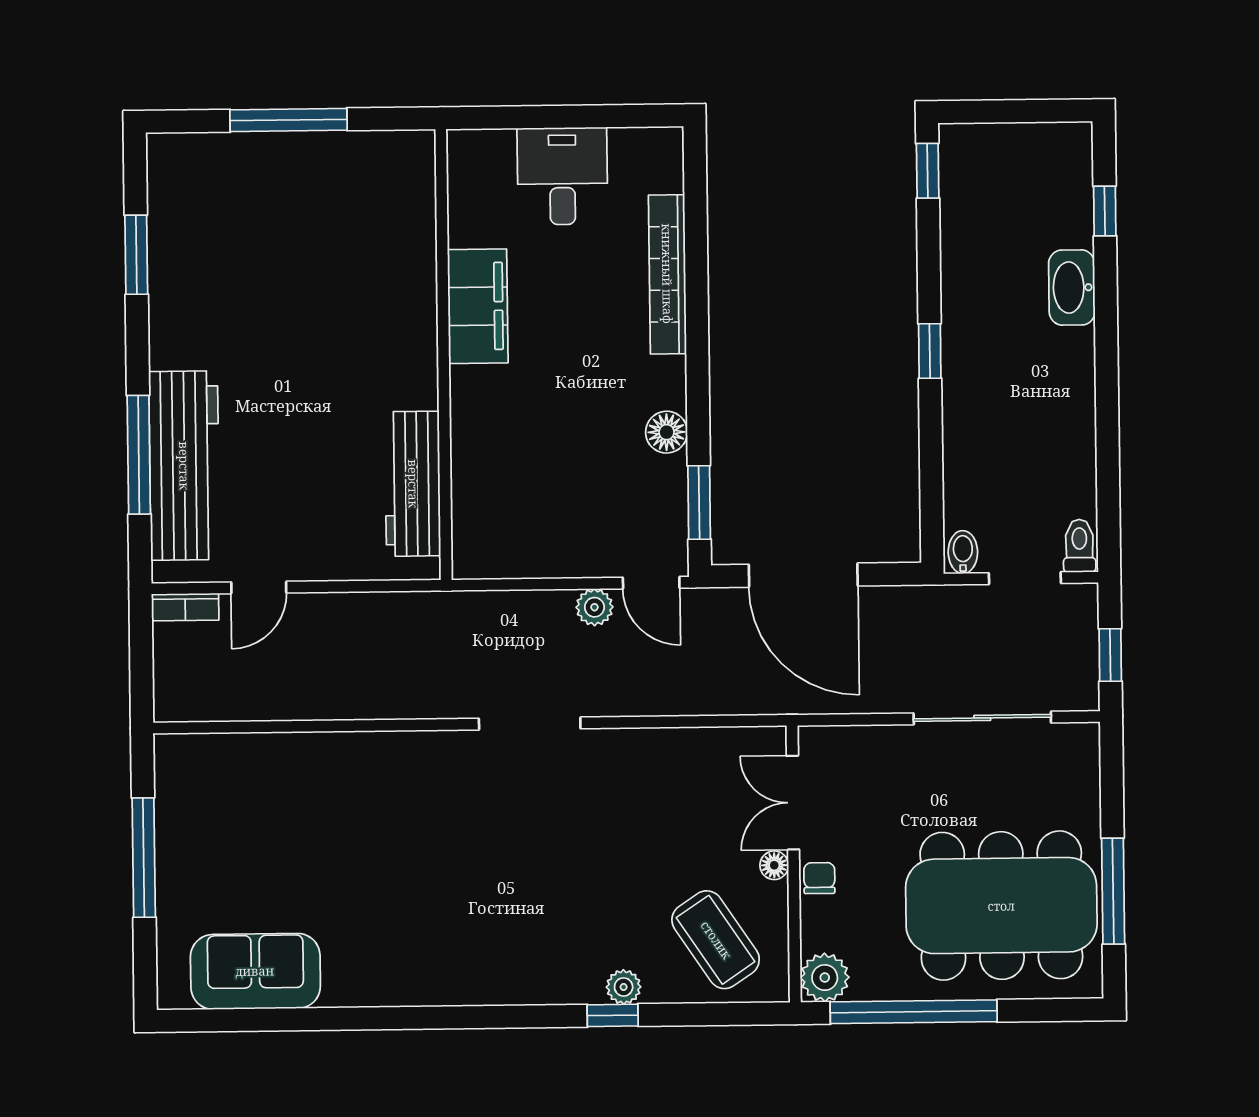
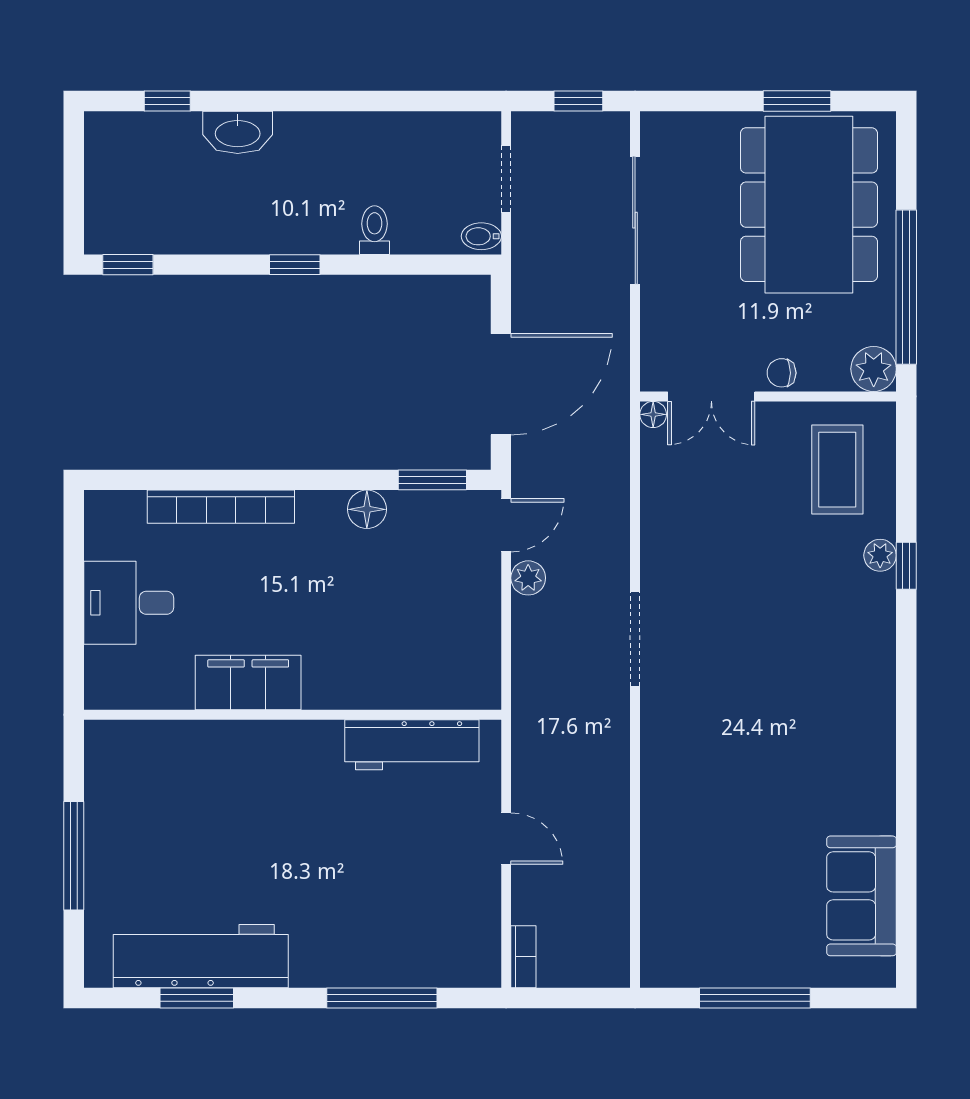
workbench: (184, 466) -> (201, 956), moved
toilet: (1079, 546) -> (374, 230), moved, turned 90
door: (259, 587) -> (506, 839), moved
floor lamp: (774, 865) -> (653, 414), moved
window: (1113, 891) -> (797, 101), width x0.69
coffee table: (716, 940) -> (837, 470), turned -56

